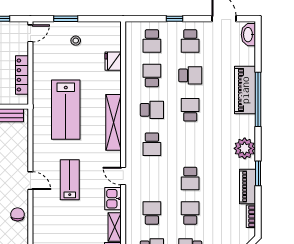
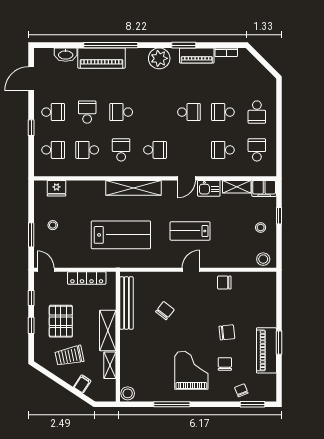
washbasin: (248, 35) -> (66, 55), moved
fridge: (113, 61) -> (56, 188), moved

